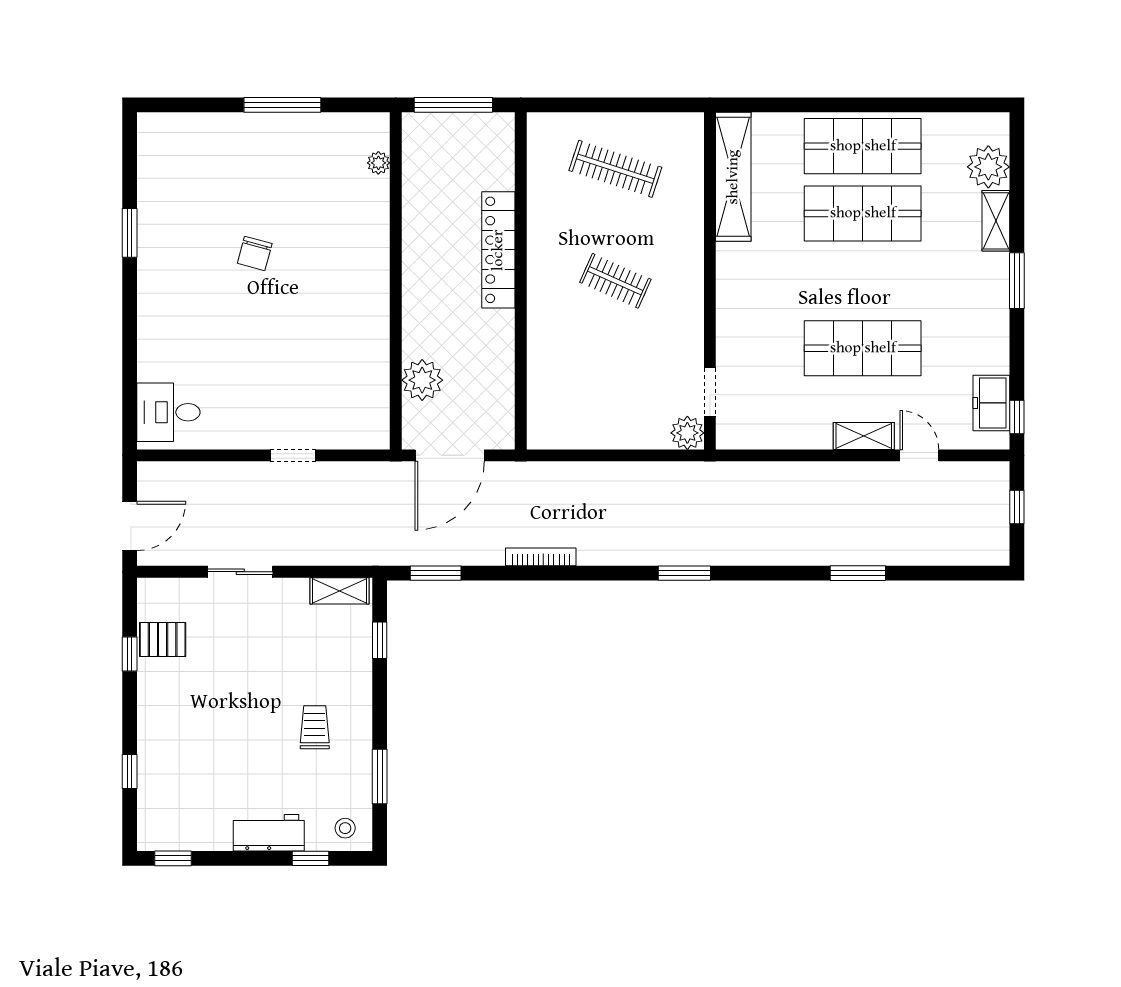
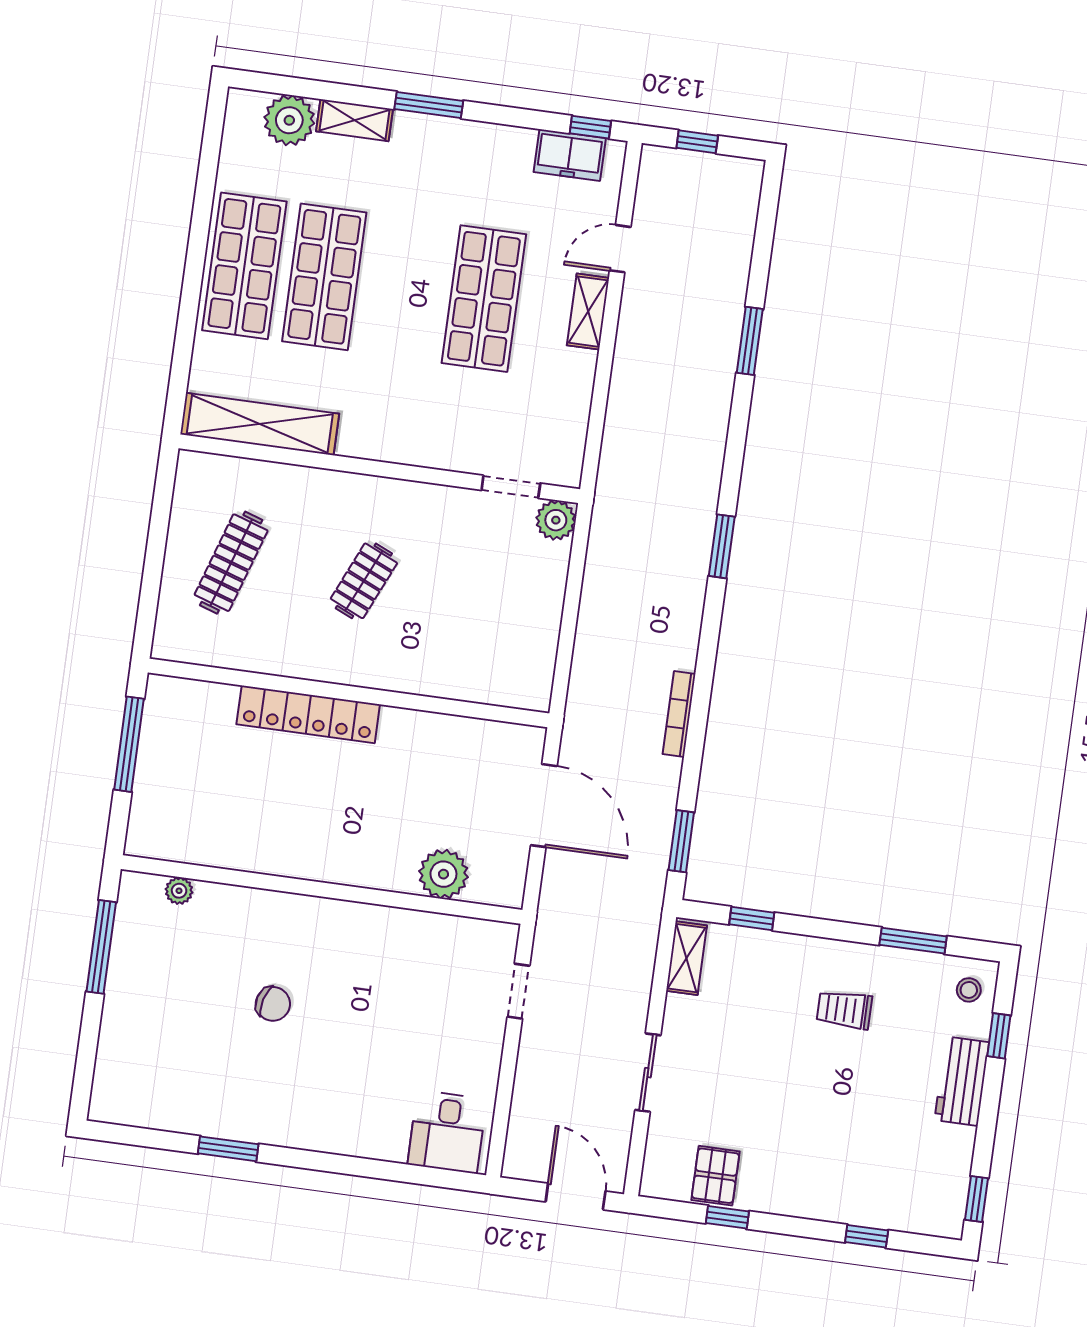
plant: (378, 163) -> (179, 891), moved
wall: (396, 281) -> (322, 889), moved
plant: (422, 380) -> (443, 874), moved

